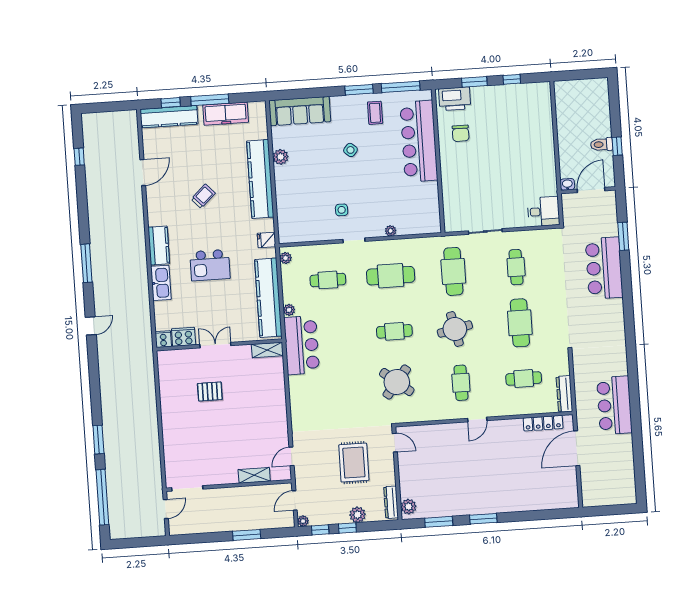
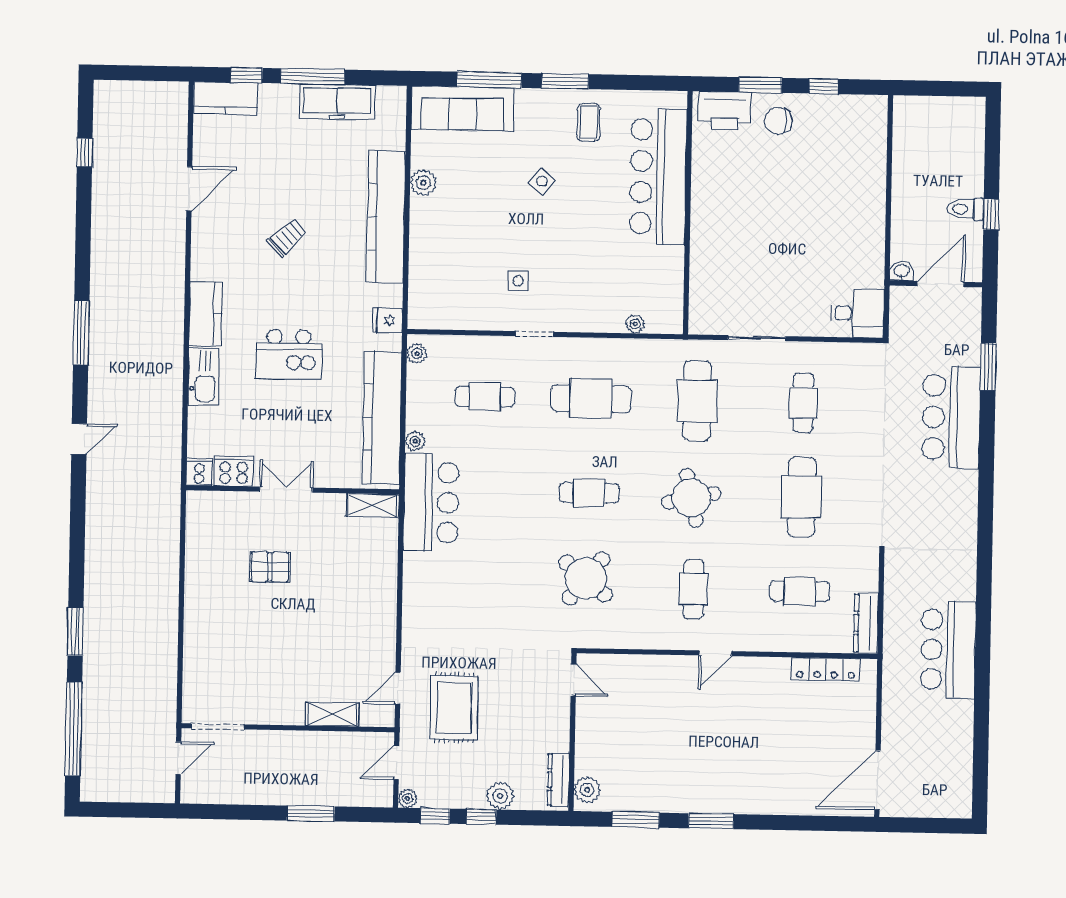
window: (401, 87) -> (489, 80), moved
kitchen counter: (169, 117) -> (226, 98), width x0.67
chair: (461, 133) -> (778, 121), moved, turned 90
plant: (391, 231) -> (635, 324), moved
door: (577, 448) -> (877, 780), moved
rug: (354, 463) -> (454, 708), moved

